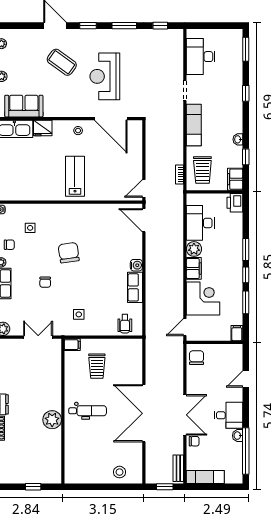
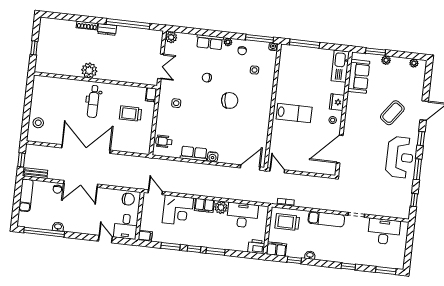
reception desk: (105, 76) -> (400, 157), moved, turned 90
fridge: (43, 128) -> (337, 102), moved
desk: (228, 415) -> (126, 226), moved

